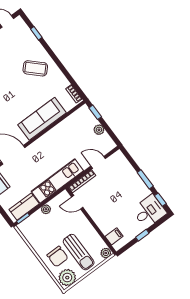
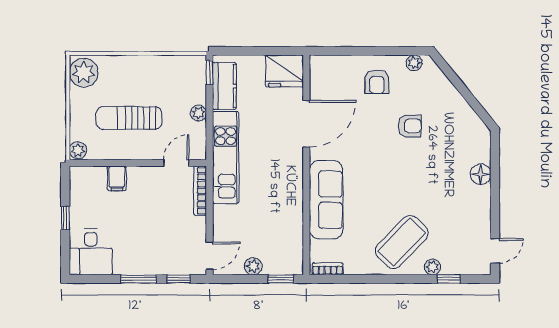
plant: (36, 45) -> (433, 267), added
coffee table: (35, 68) -> (402, 242), width x1.36, depth x1.32
door: (98, 162) -> (210, 256), moved
window: (160, 200) -> (179, 279), moved
filing cabinet: (114, 236) -> (117, 178), moved
sun lounger: (79, 252) -> (129, 118), moved
chair: (58, 257) -> (122, 81), removed

